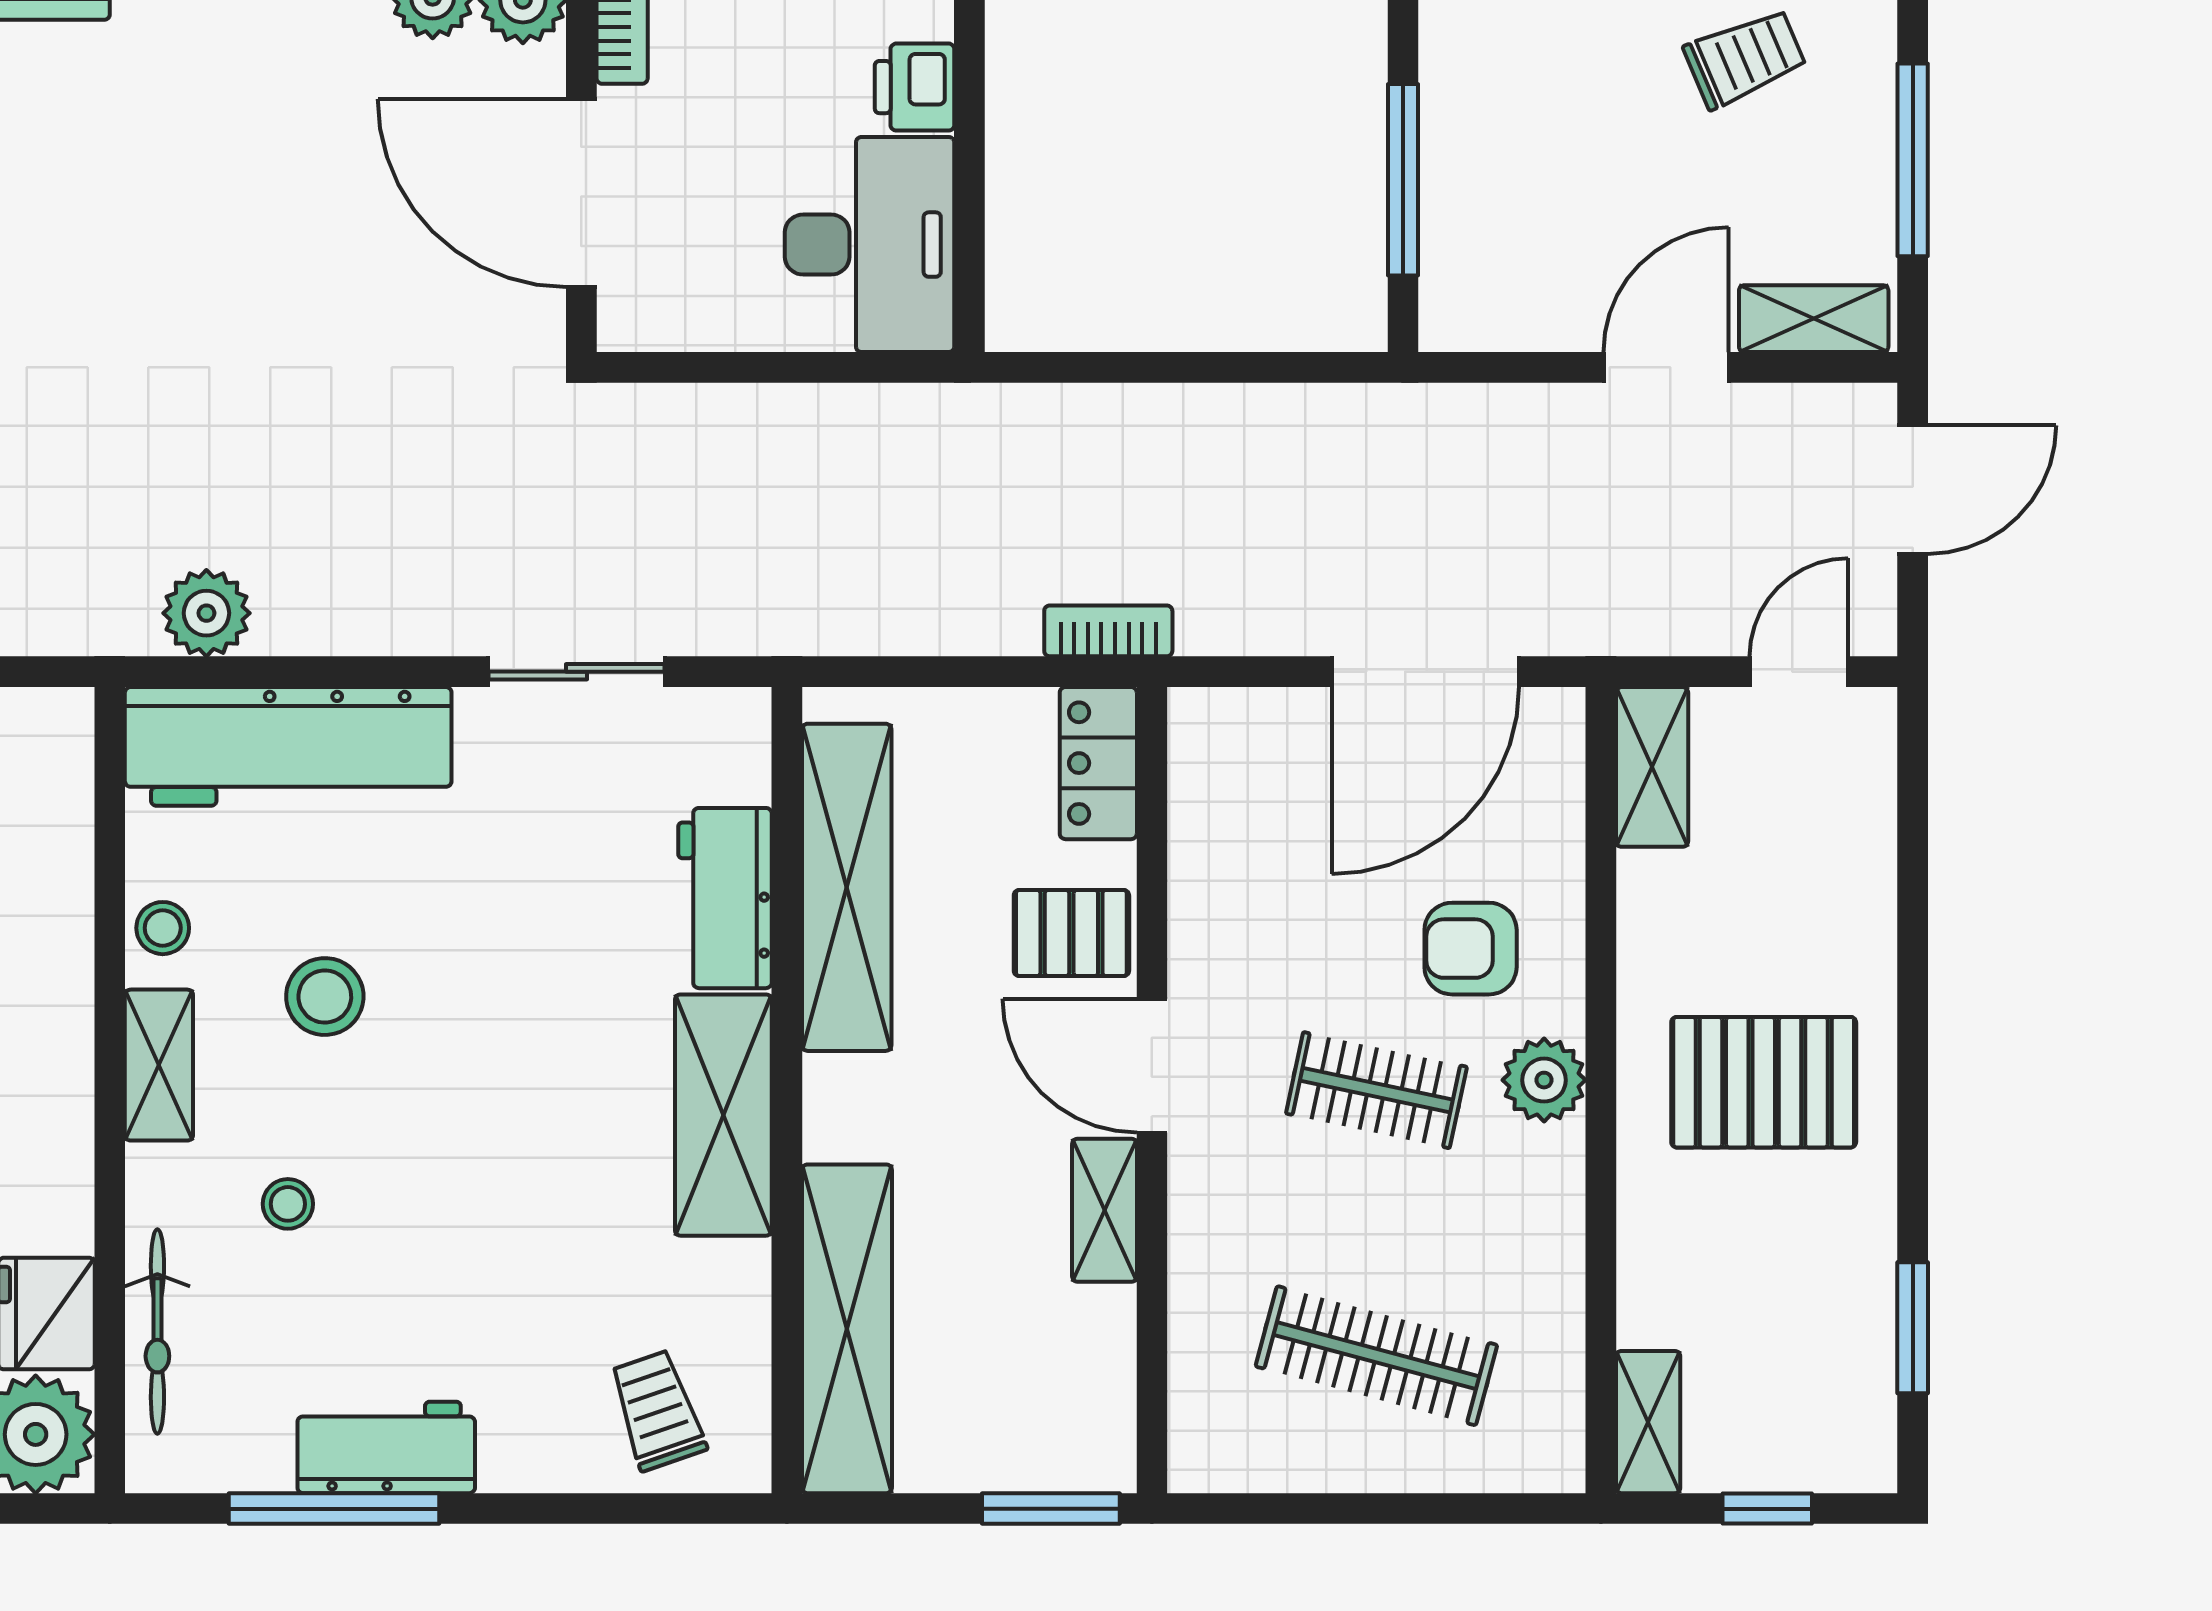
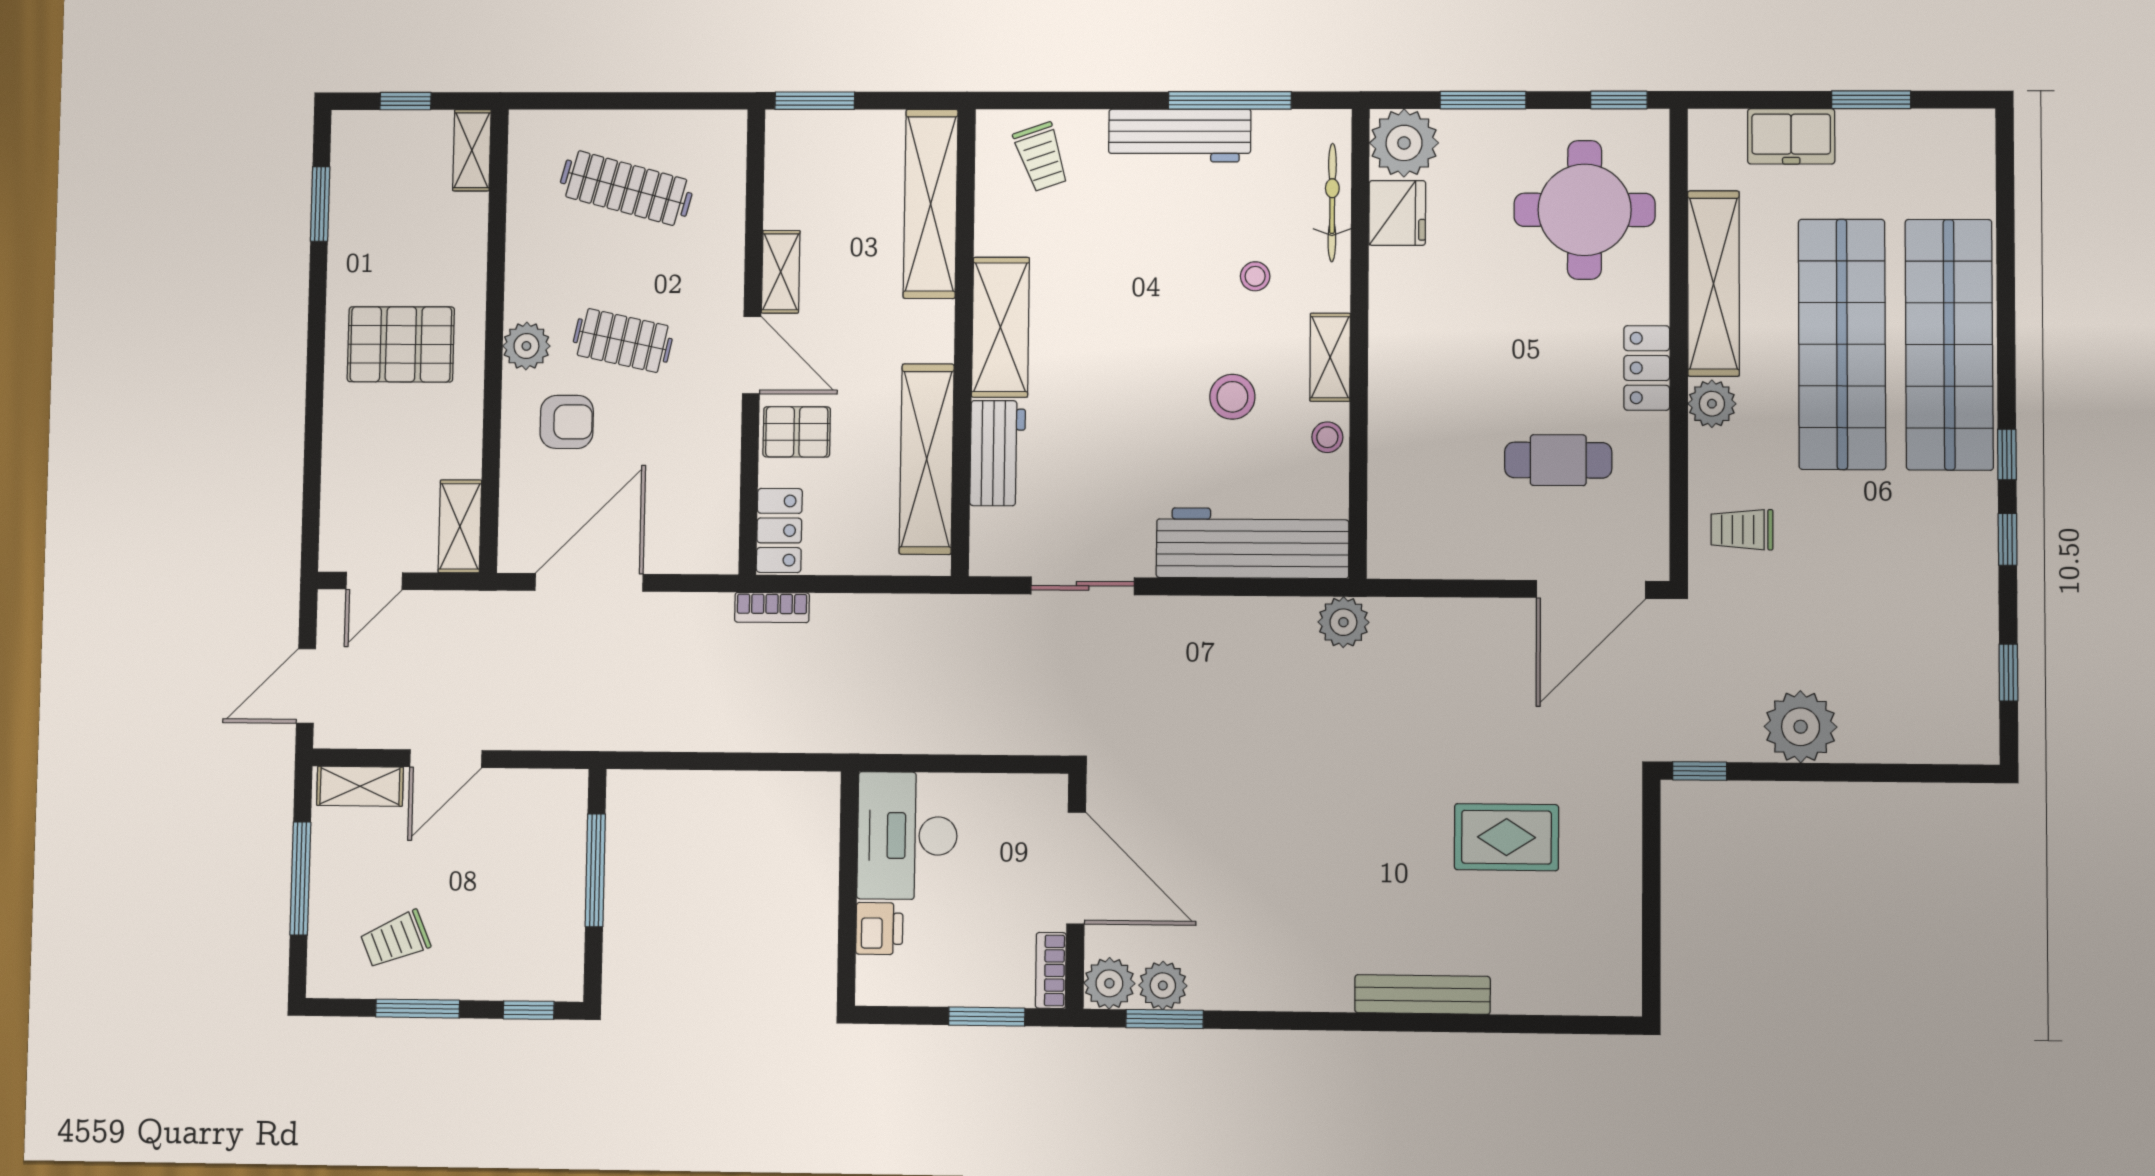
plant: (206, 613) -> (1343, 622), moved
workbench: (386, 1448) -> (1180, 135), width x1.37

